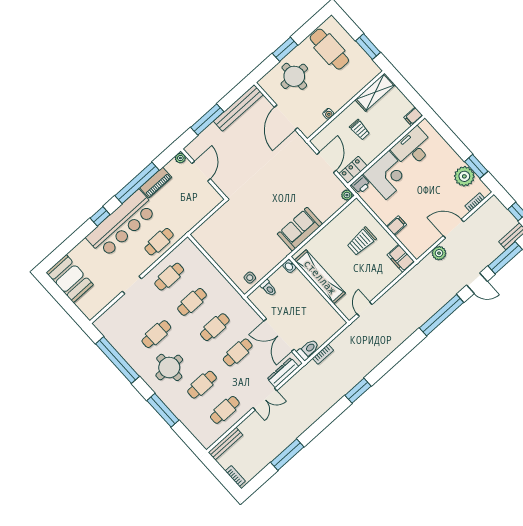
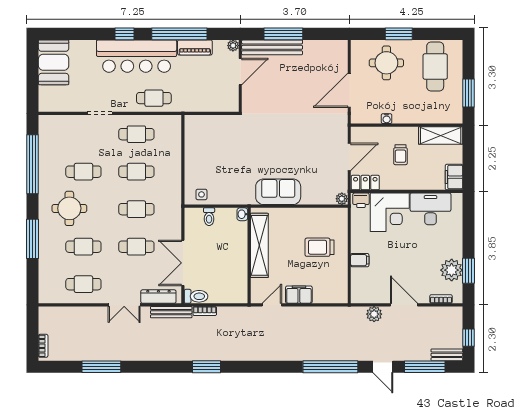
bench: (238, 108) -> (272, 47), moved
filing cabinet: (413, 116) -> (454, 177), width x2.00
filing cabinet: (401, 258) -> (299, 295), moved, turned 90
bench: (226, 444) -> (171, 312), moved

